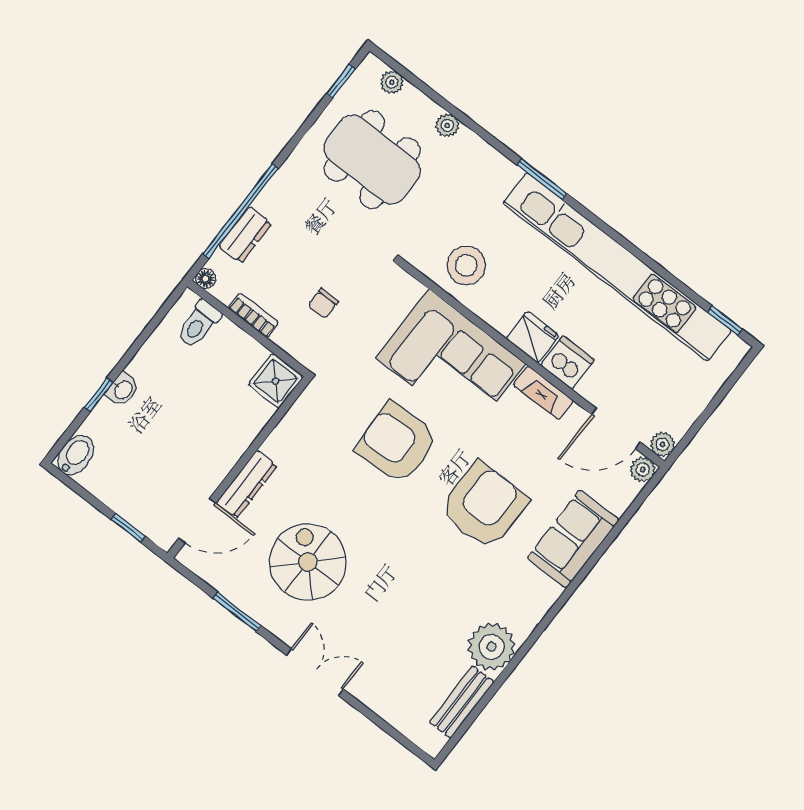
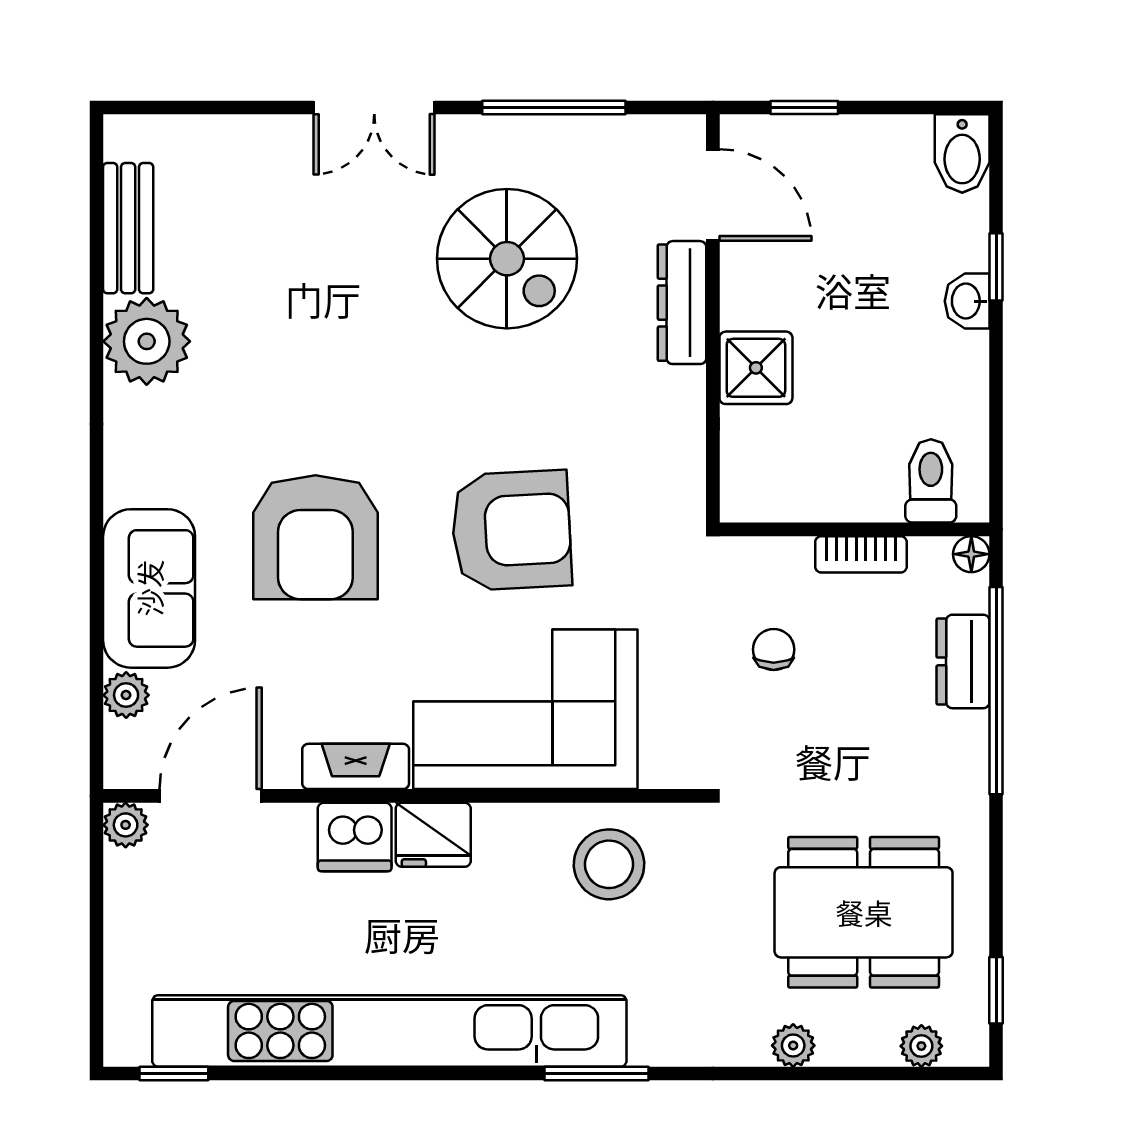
shower: (275, 381) -> (756, 368), moved
plant: (643, 470) -> (126, 695), moved
door: (197, 521) -> (713, 195), swing flipped
window: (237, 612) -> (554, 107), width x1.44

